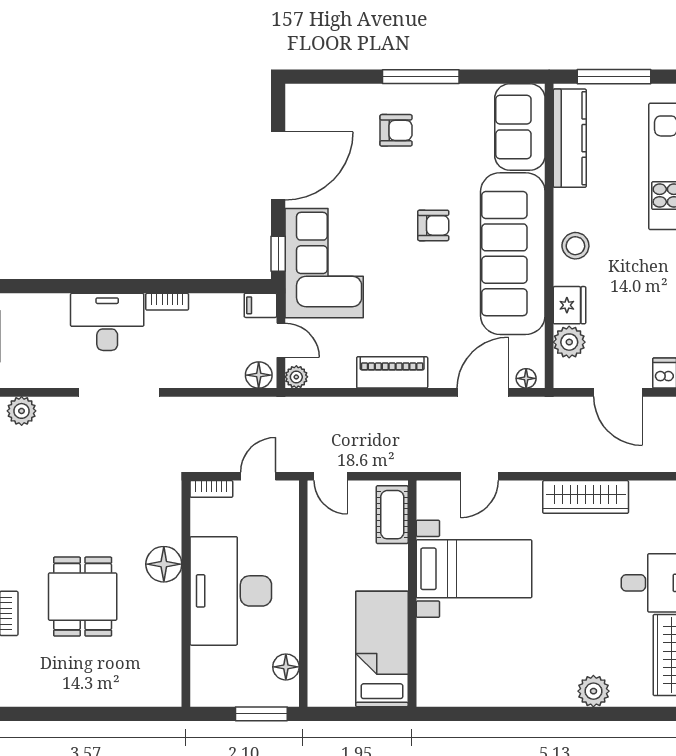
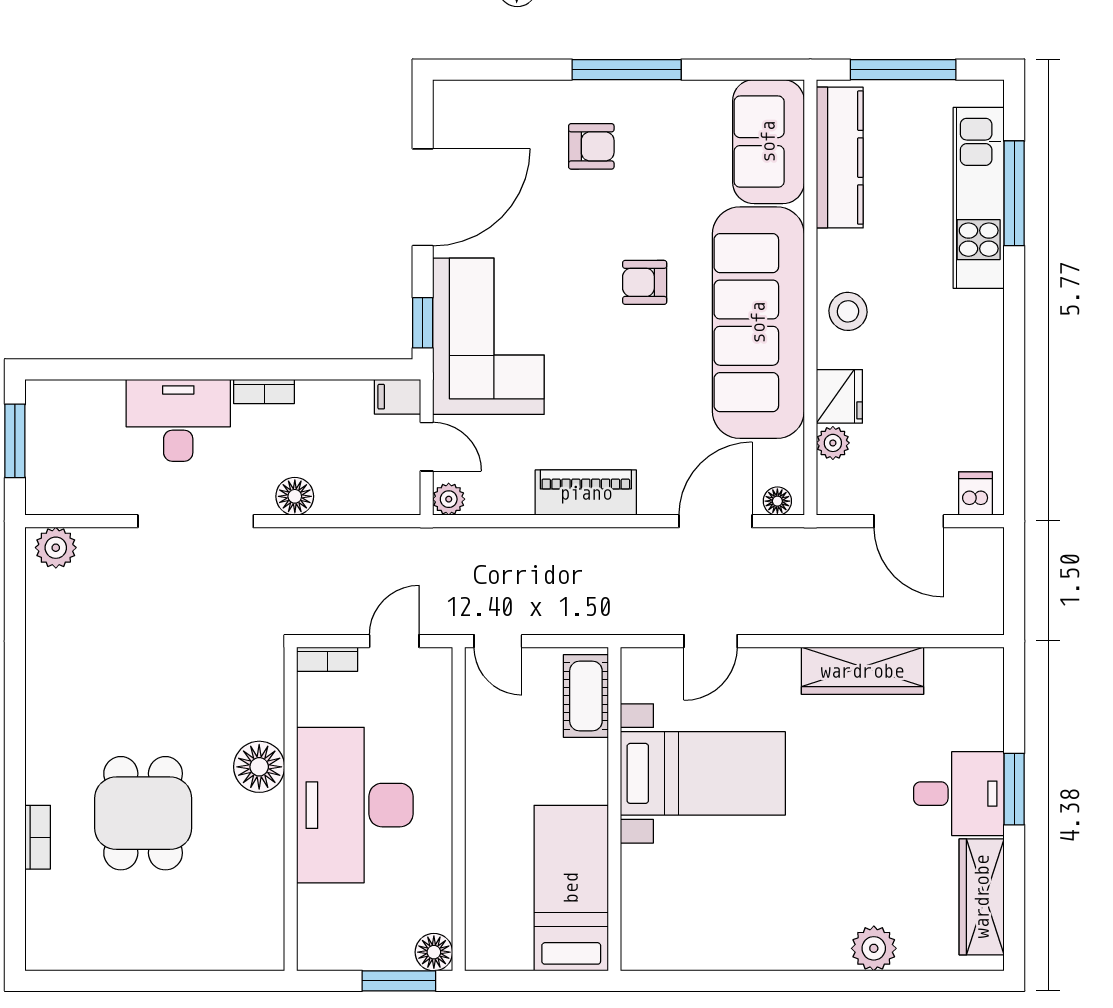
armchair: (433, 225) -> (645, 282), turned 180
plant: (569, 342) -> (833, 443), width x0.73, depth x0.73
floor lamp: (259, 375) -> (295, 496), moved
floor lamp: (286, 667) -> (434, 952), moved

